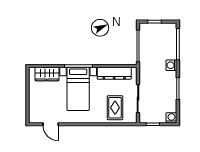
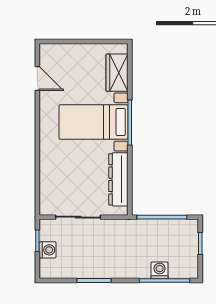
washing machine: (171, 65) -> (160, 270), moved
rug: (115, 108) -> (64, 181), removed
washing machine: (171, 118) -> (48, 250), moved
door: (51, 124) -> (37, 78), swing flipped

